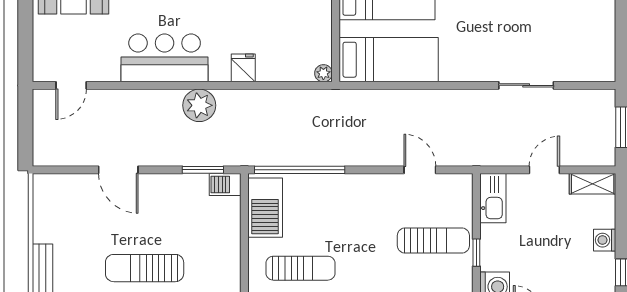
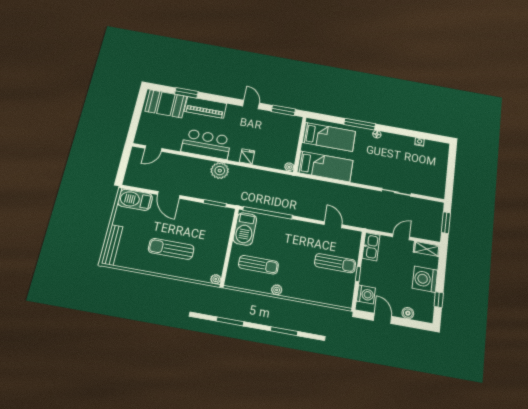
barbecue: (225, 184) -> (135, 200), moved, width x1.88, depth x1.53
washing machine: (605, 240) -> (425, 279), width x1.89, depth x1.89

